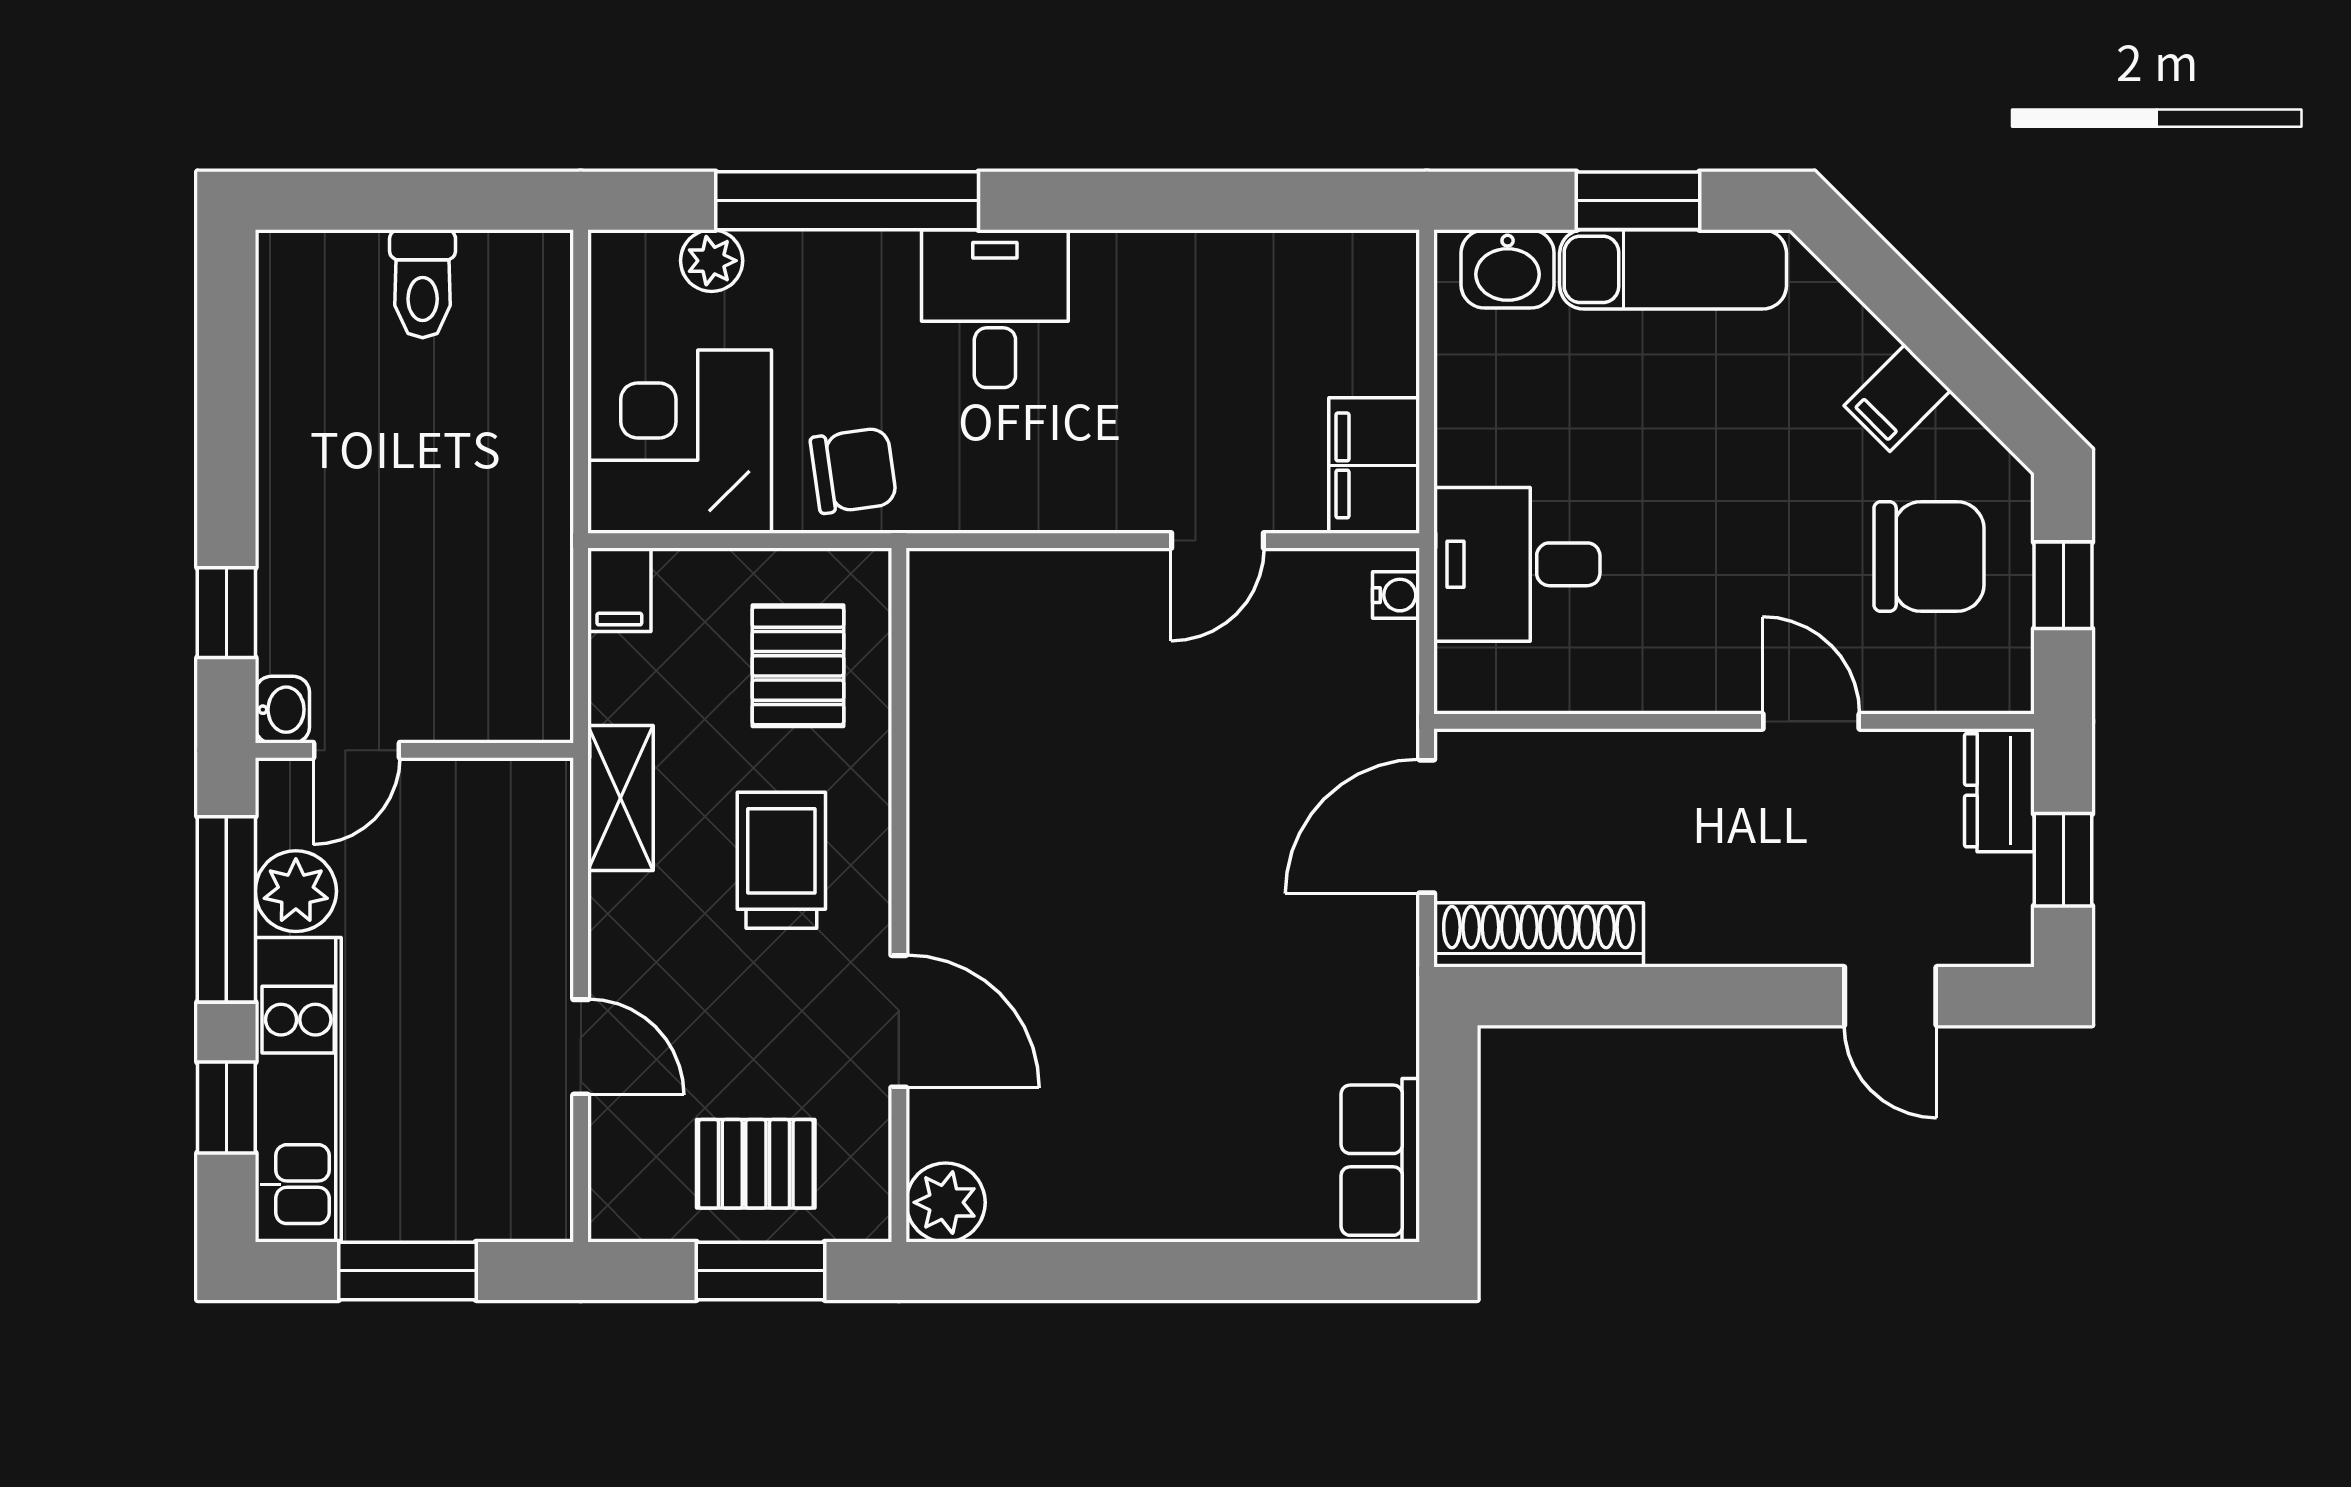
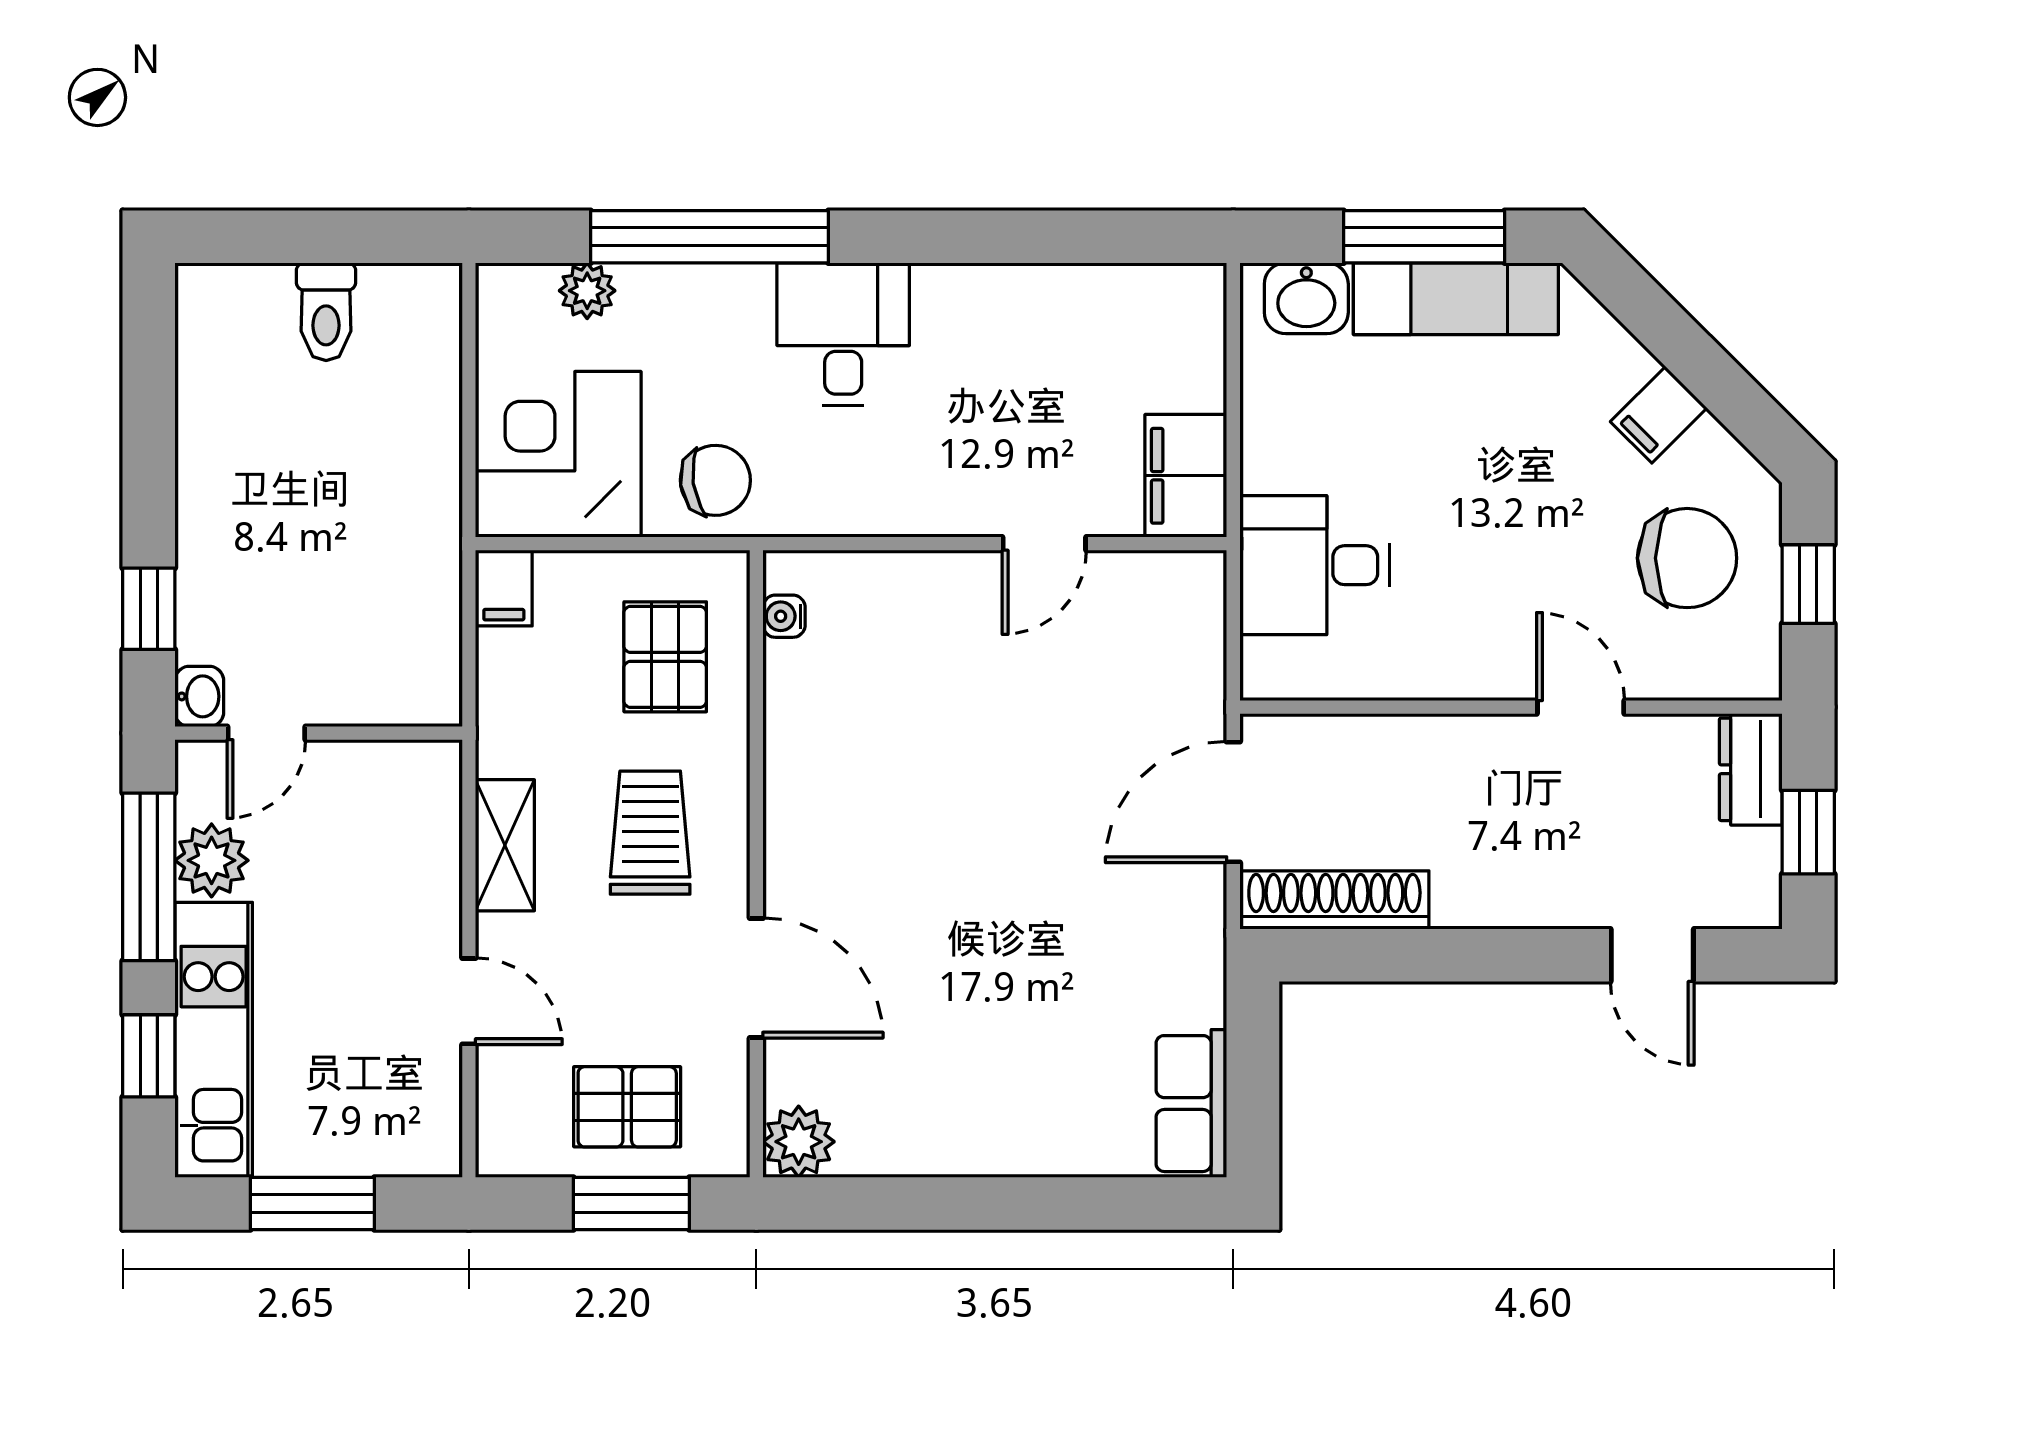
window: (1638, 201) -> (1424, 237), width x1.44
water cooler: (1396, 595) -> (784, 616), moved, turned 180
shelving: (621, 798) -> (505, 845), moved

